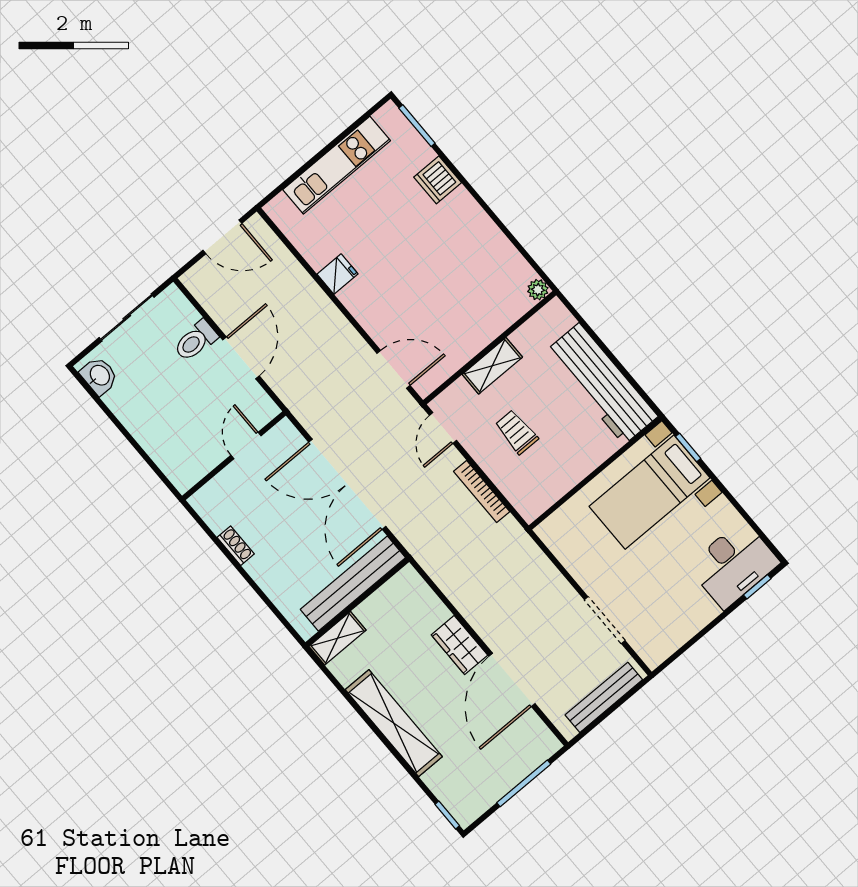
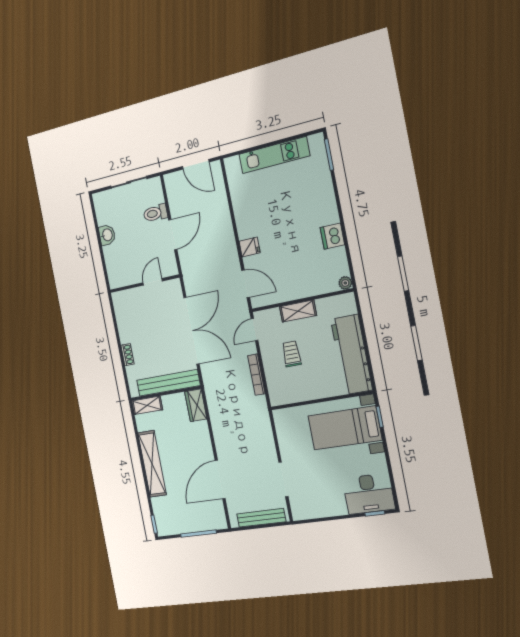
dishwasher: (438, 180) -> (332, 236), moved
fridge: (338, 274) -> (250, 247), moved
washbasin: (99, 376) -> (107, 235), moved
double door: (347, 484) -> (191, 331), swing flipped
shoe rack: (236, 546) -> (127, 355), moved
wardrobe: (459, 645) -> (196, 405), moved

